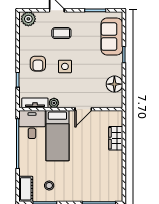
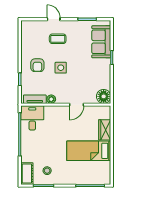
plant: (28, 19) -> (29, 27), removed
floor lamp: (114, 84) -> (104, 96), moved
bed: (57, 136) -> (89, 151), moved, turned 90

